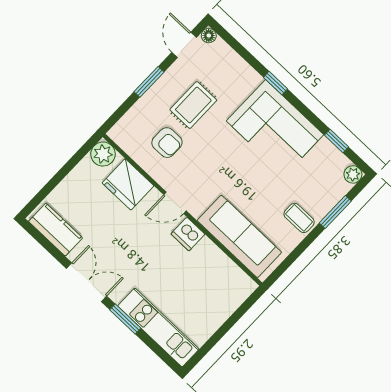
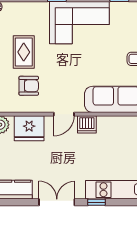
window: (125, 319) -> (97, 202), width x0.67

